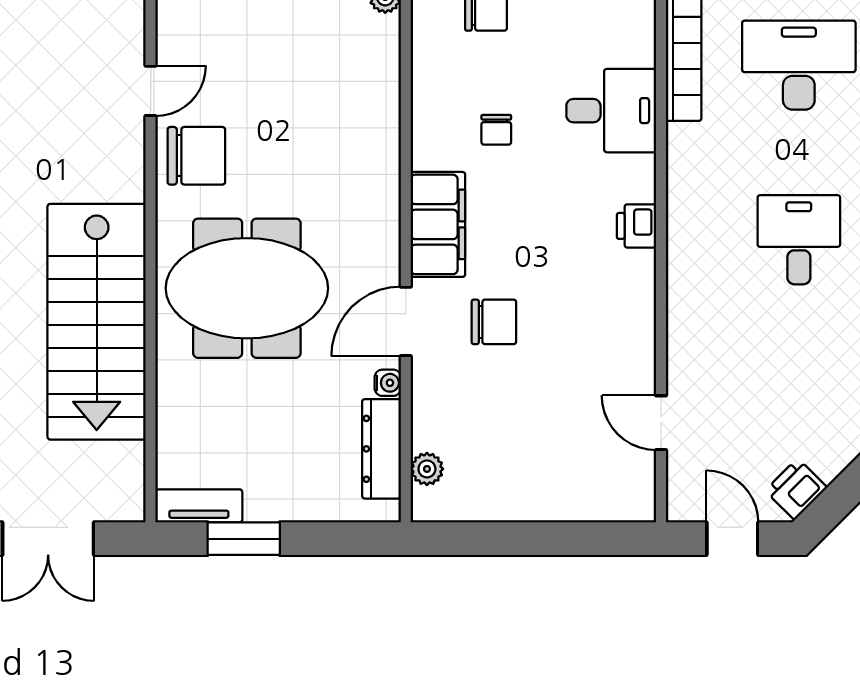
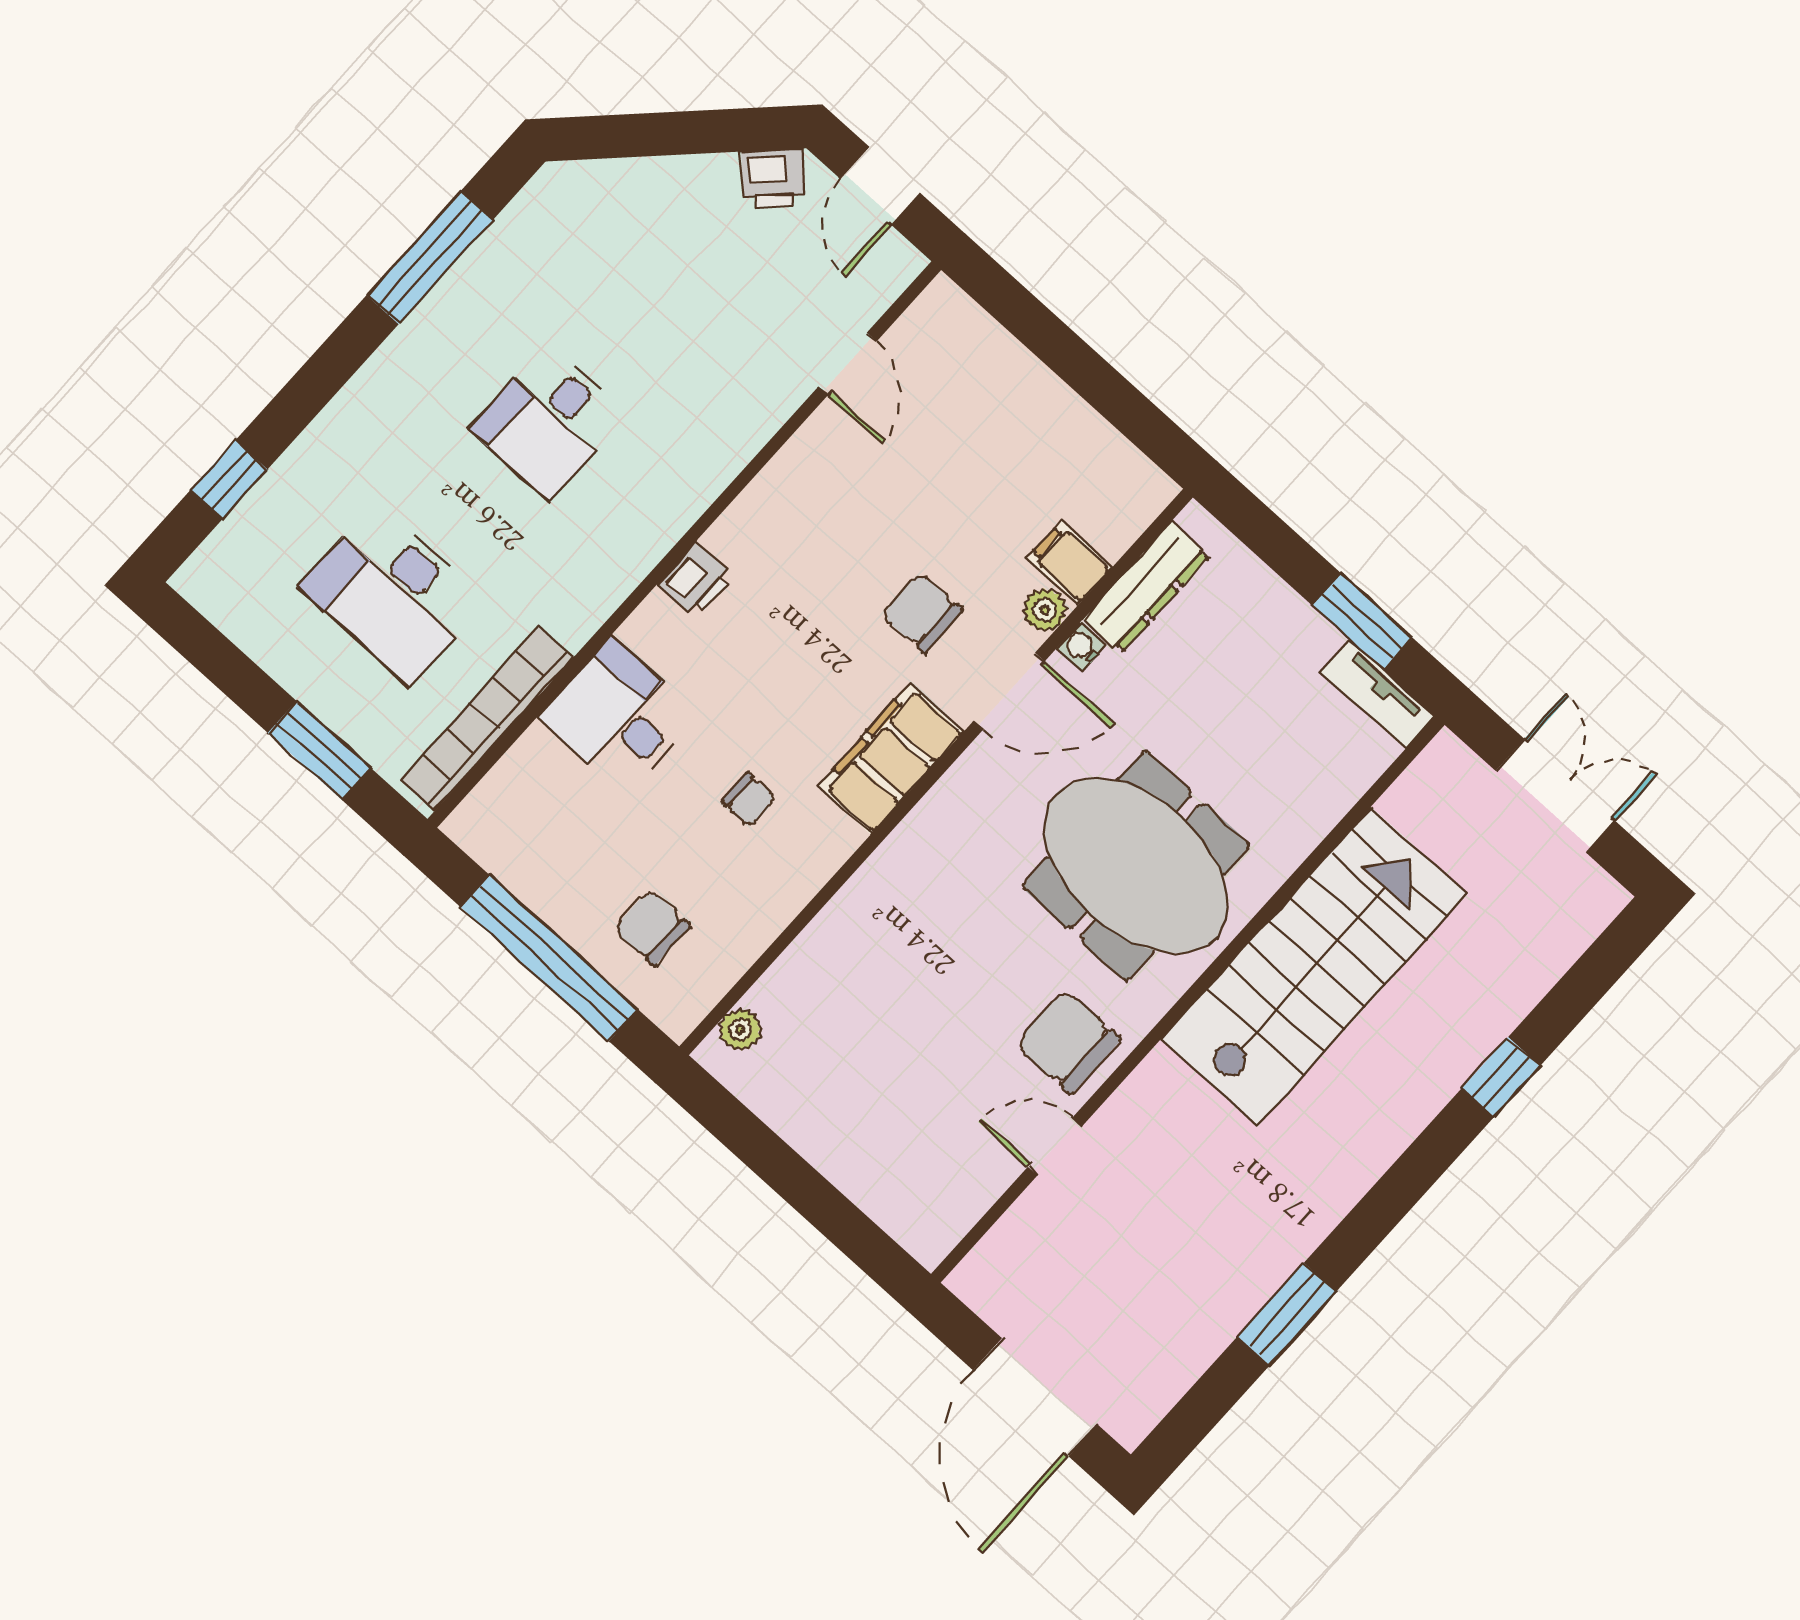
chair: (496, 130) -> (749, 800), turned 90
filing cabinet: (437, 424) -> (1070, 563), added
plant: (427, 469) -> (1045, 610), moved

